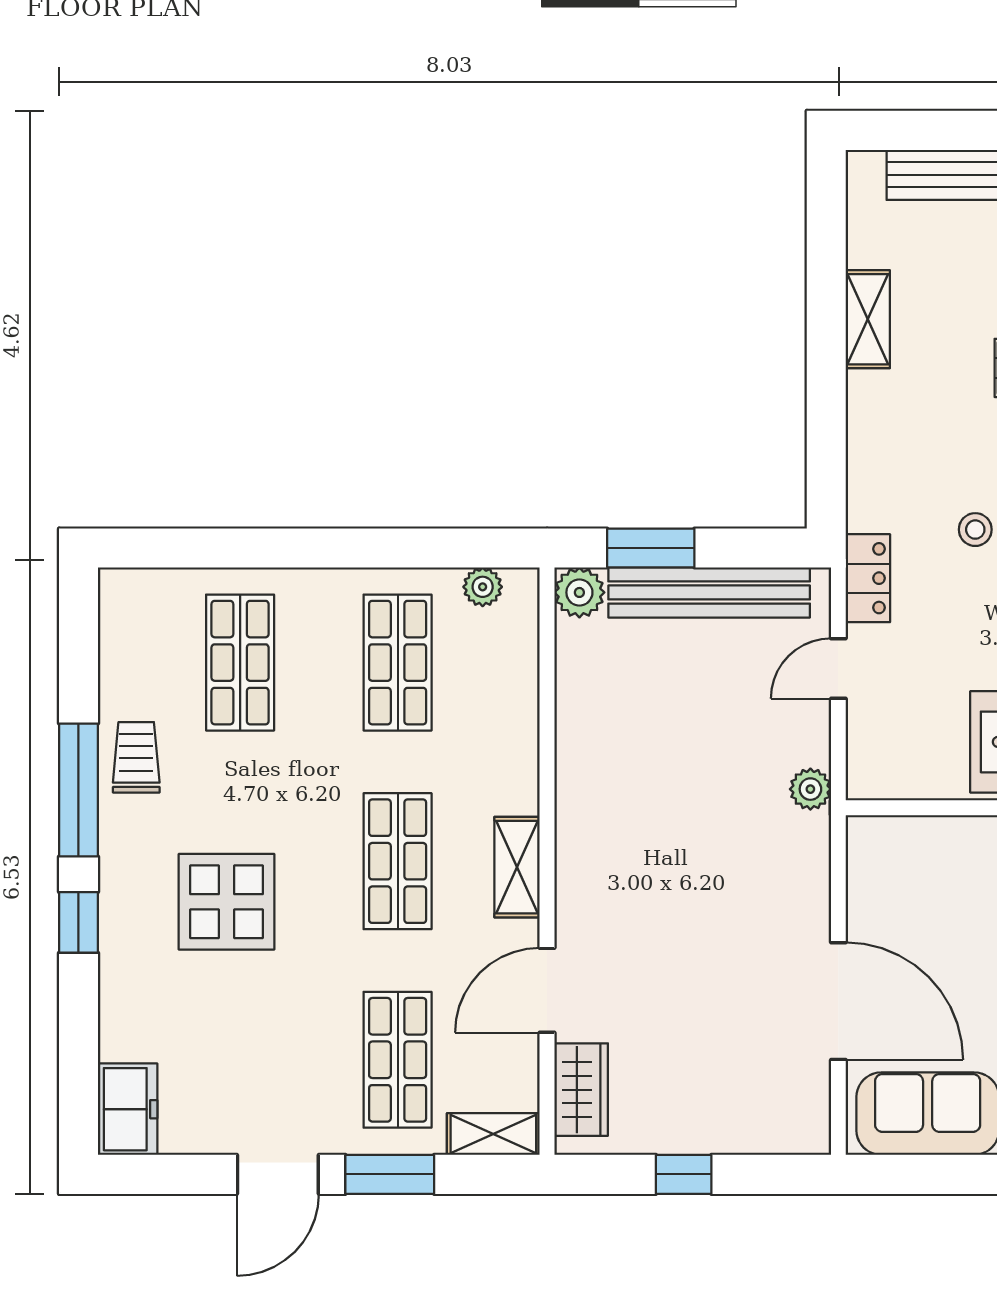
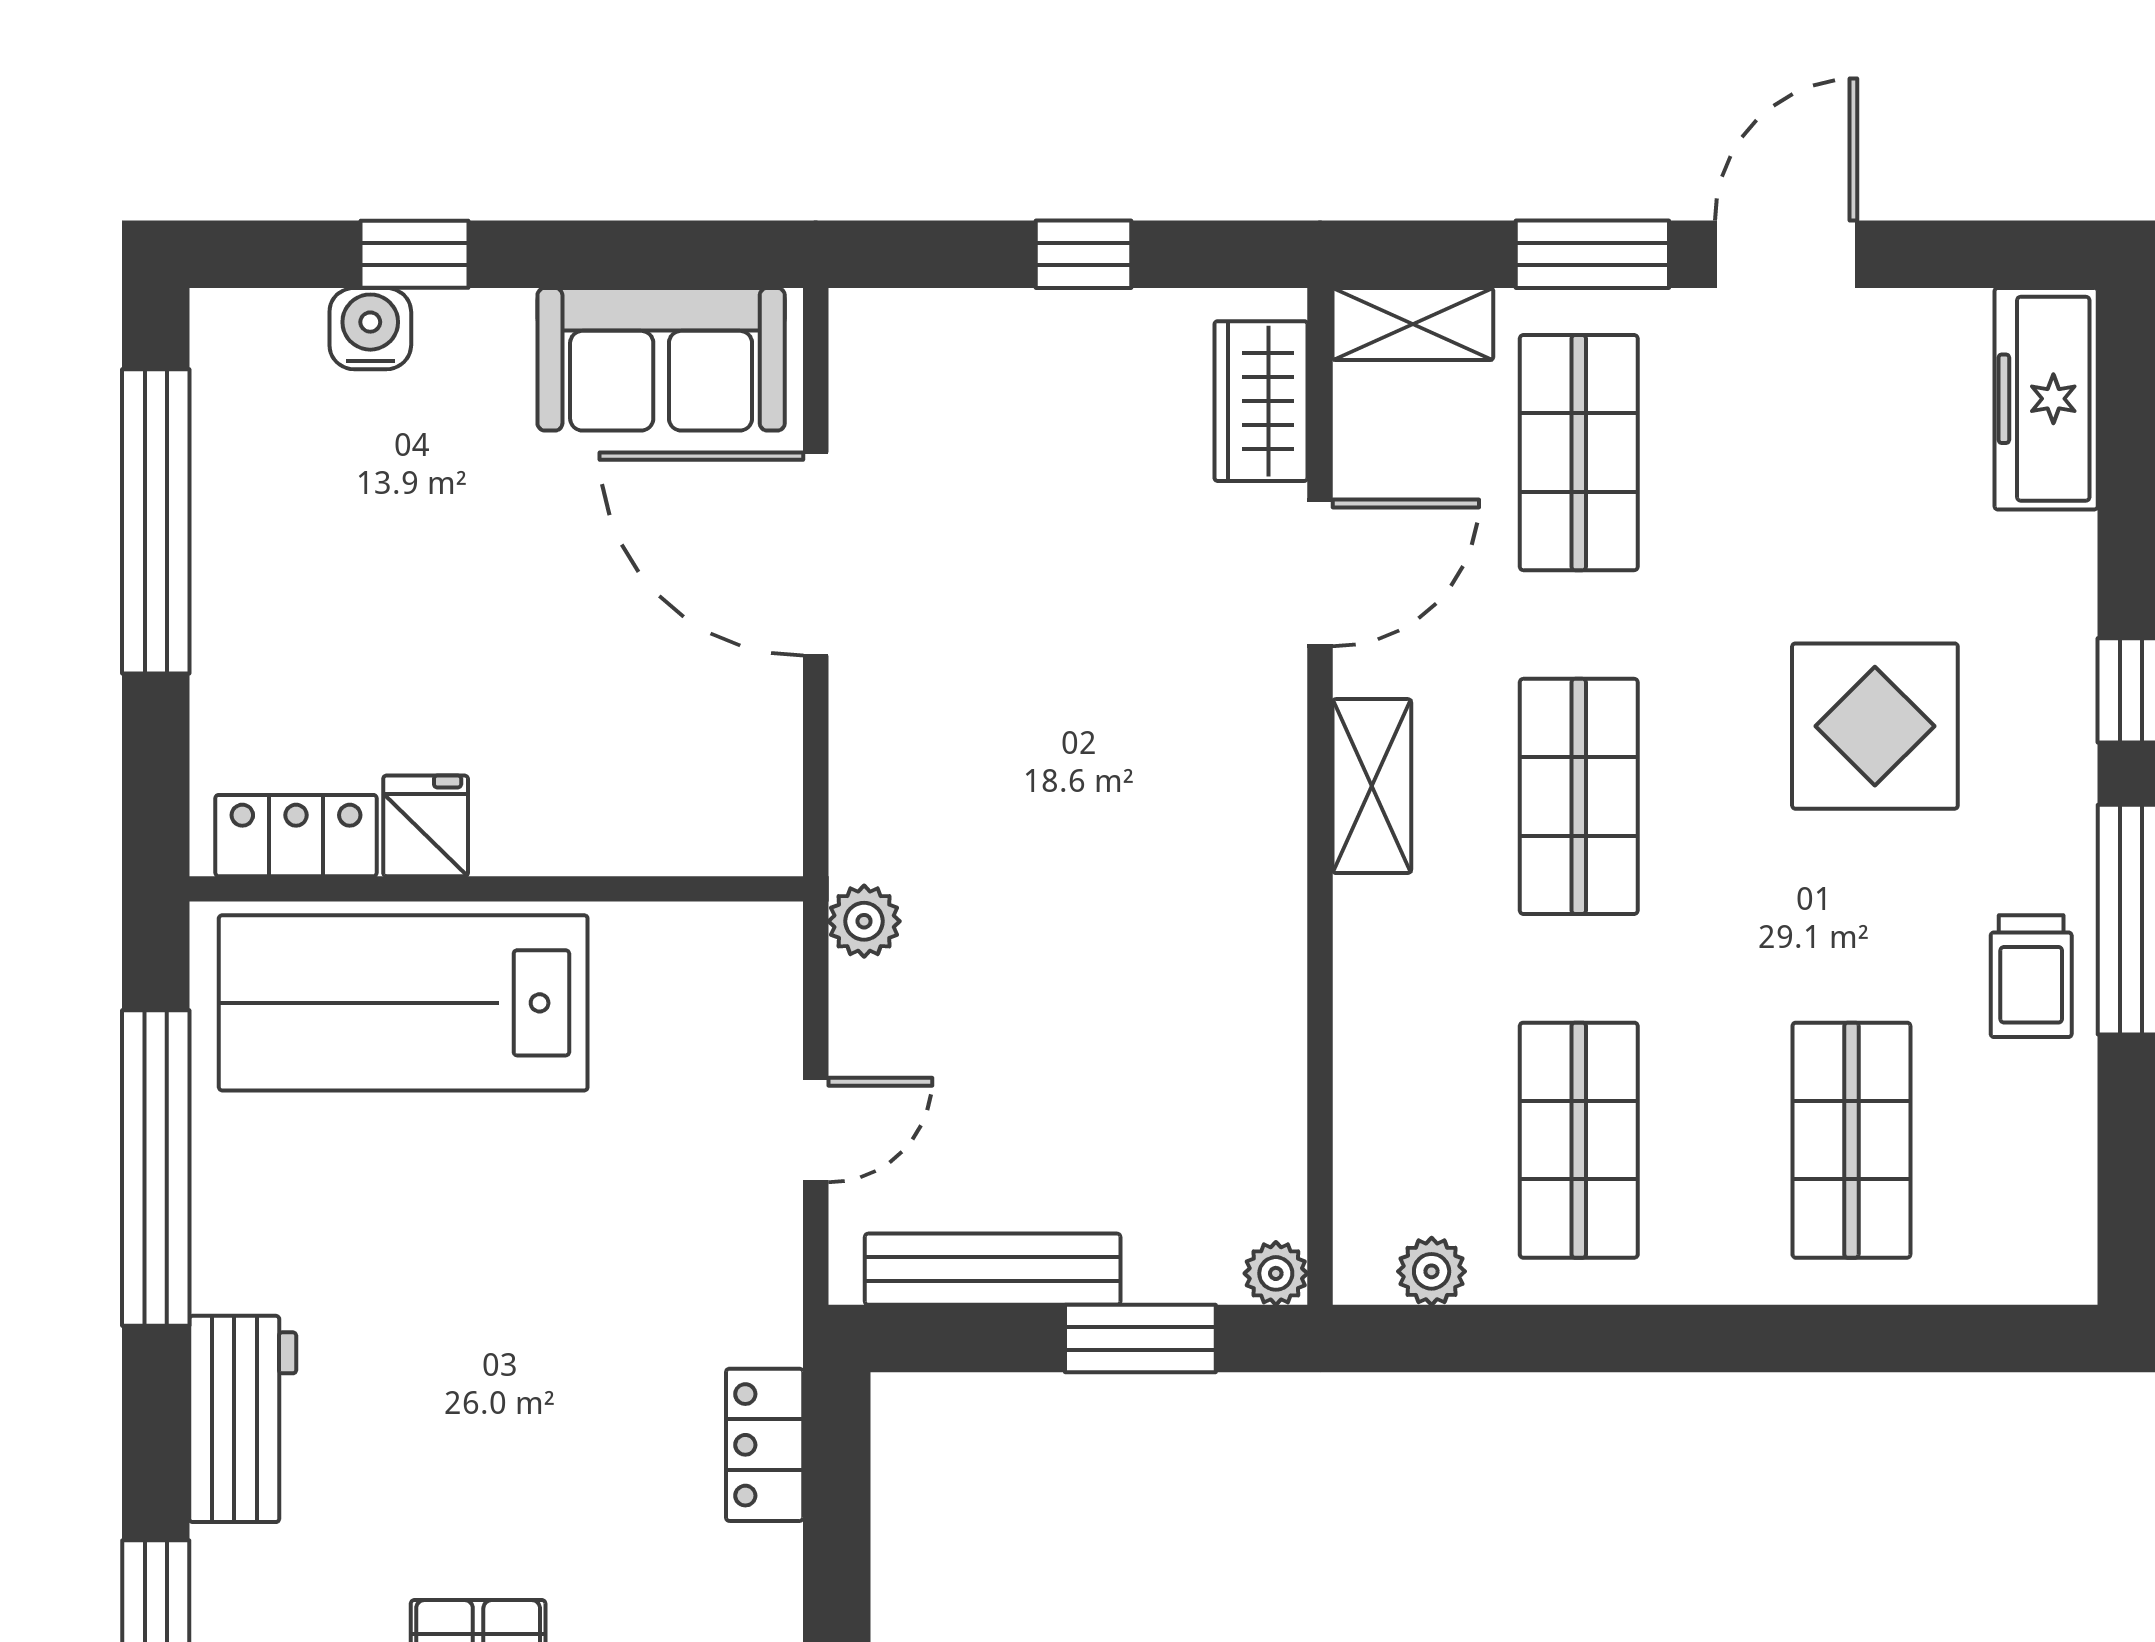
stool: (975, 530) -> (579, 1371), removed
locker: (868, 578) -> (765, 1445), moved
plant: (579, 592) -> (1276, 1273), width x0.73, depth x0.73
bench: (709, 592) -> (993, 1269), width x0.73, depth x0.82
freezer: (128, 1109) -> (2046, 399), width x1.40

